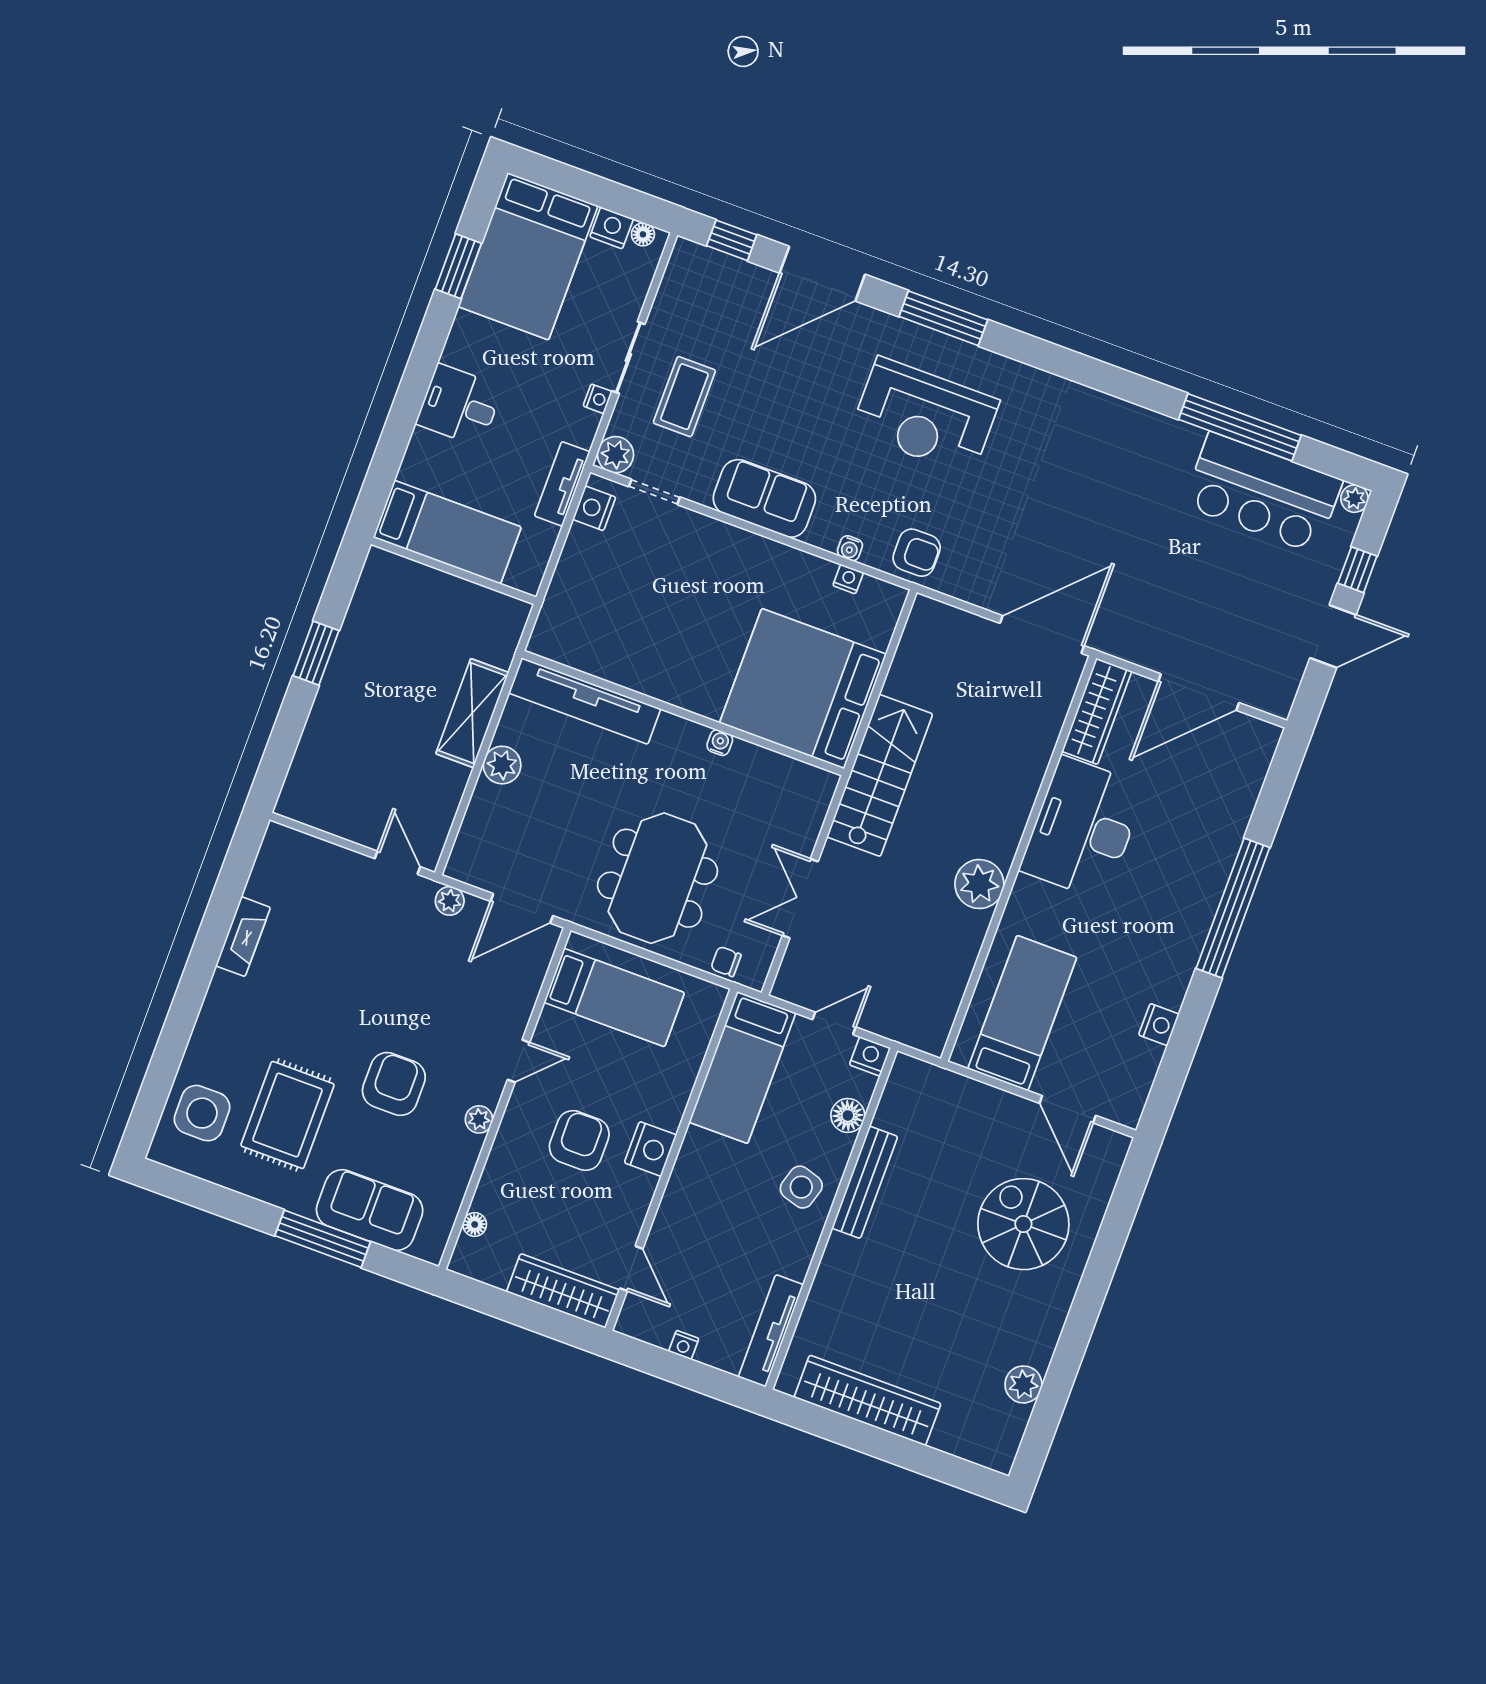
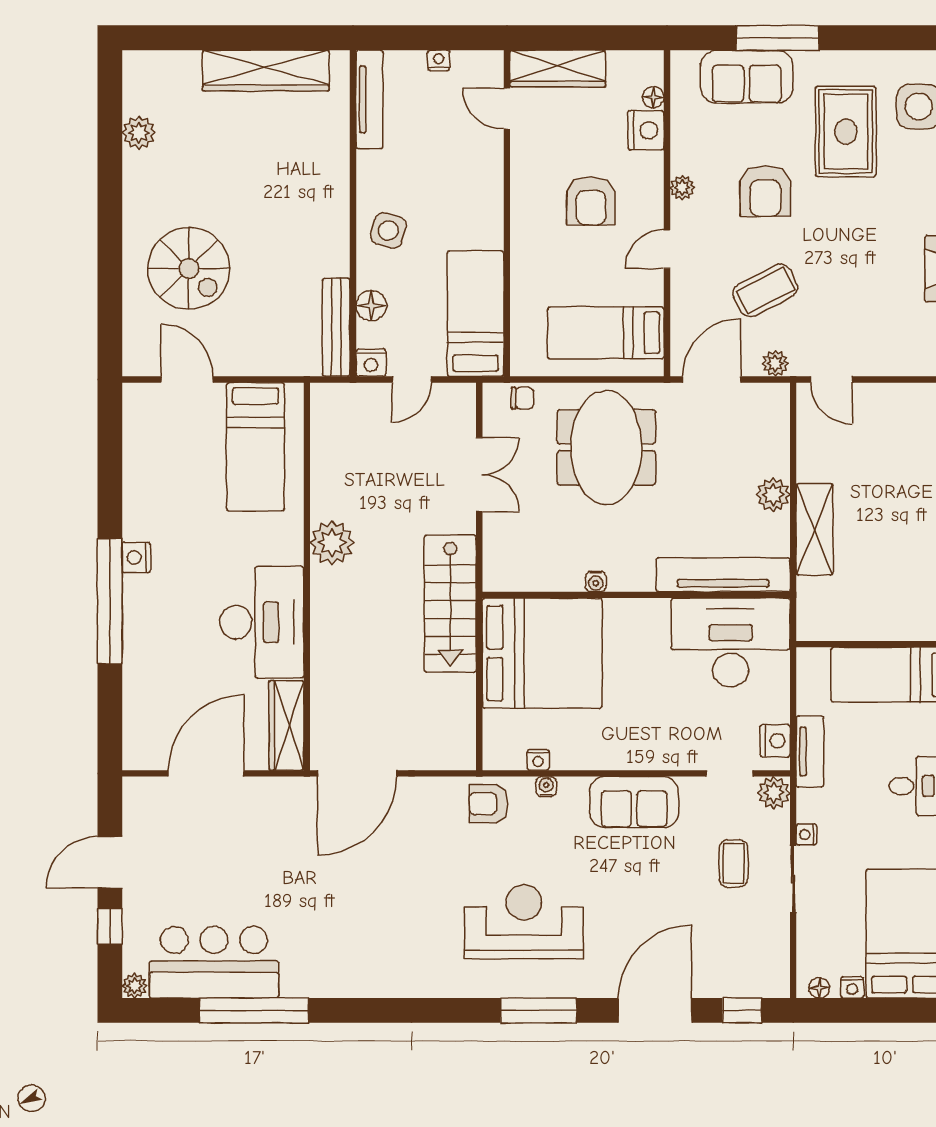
nightstand: (612, 228) -> (852, 987), width x0.72, depth x0.74
coffee table: (684, 397) -> (734, 863), width x0.73, depth x0.77
desk: (603, 628) -> (731, 642), added
coffee table: (432, 981) -> (765, 290), added
nightstand: (1159, 1025) -> (136, 558), moved
nightstand: (650, 1149) -> (646, 130), moved, turned 180
bench: (865, 1182) -> (336, 327), moved

